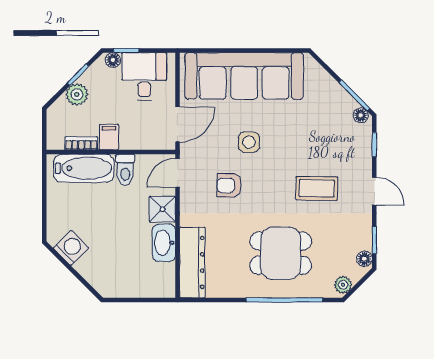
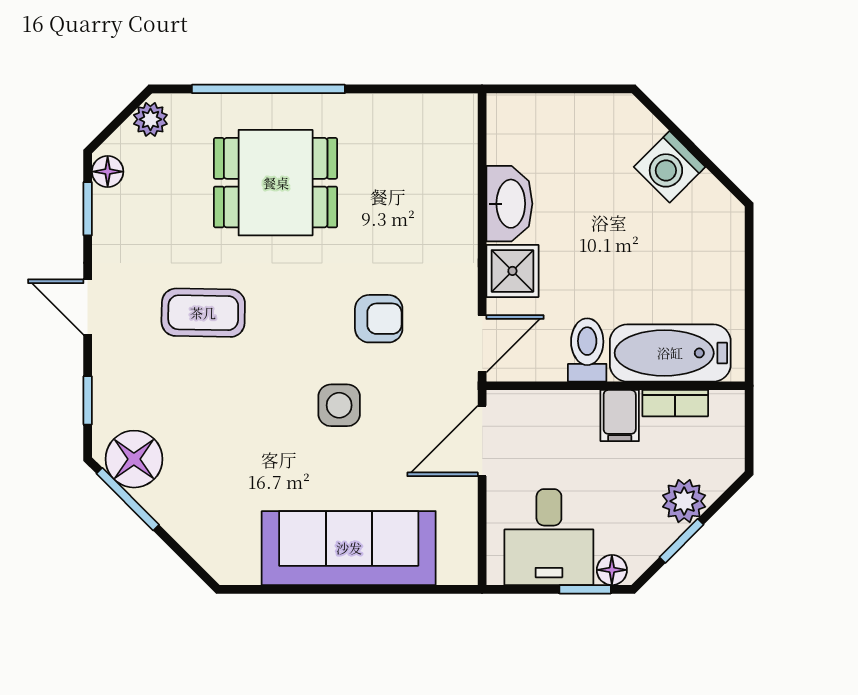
sofa: (244, 76) -> (349, 548), width x0.74, depth x0.79
floor lamp: (361, 115) -> (134, 459), width x1.89, depth x1.89
washing machine: (71, 248) -> (670, 167), moved
dresser: (192, 263) -> (453, 164), removed

